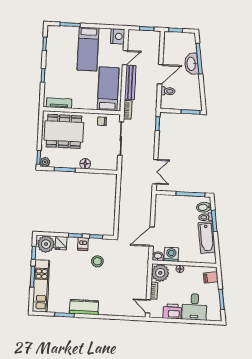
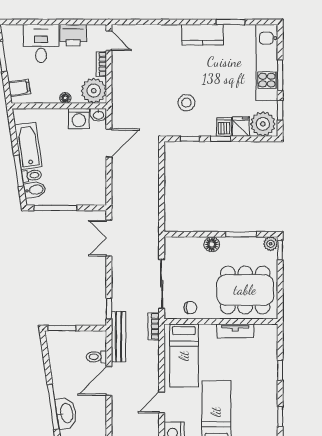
washbasin: (191, 64) -> (66, 413), moved
bench: (130, 82) -> (118, 337), moved
tv unit: (59, 103) -> (235, 331), moved
dishwasher: (83, 244) -> (224, 127), moved

